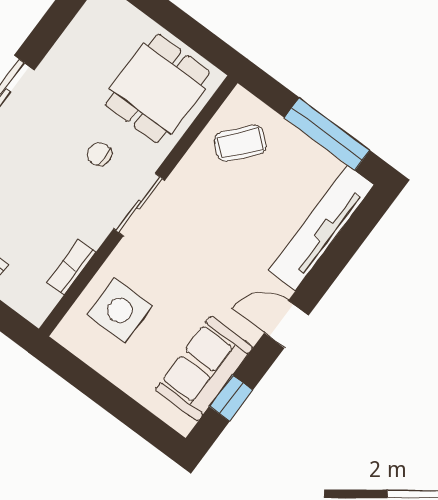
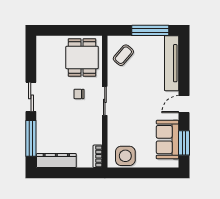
bookcase: (71, 267) -> (98, 156), moved
side table: (120, 310) -> (125, 156), moved
window: (231, 398) -> (184, 143), width x1.50

